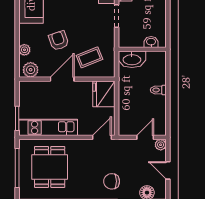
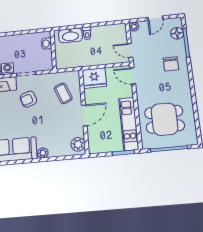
armchair: (59, 41) -> (28, 99), moved
plant: (24, 50) -> (43, 153), moved
washbasin: (132, 59) -> (70, 35), moved, turned 90
door: (62, 79) -> (84, 115), swing flipped
door: (145, 137) -> (130, 50), moved

